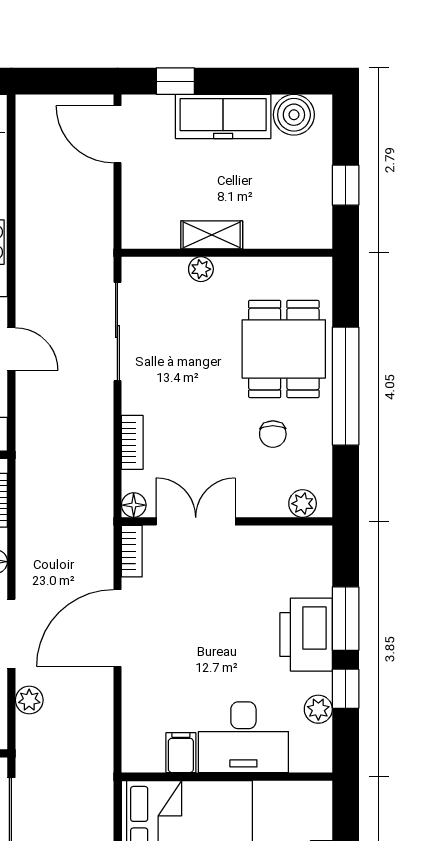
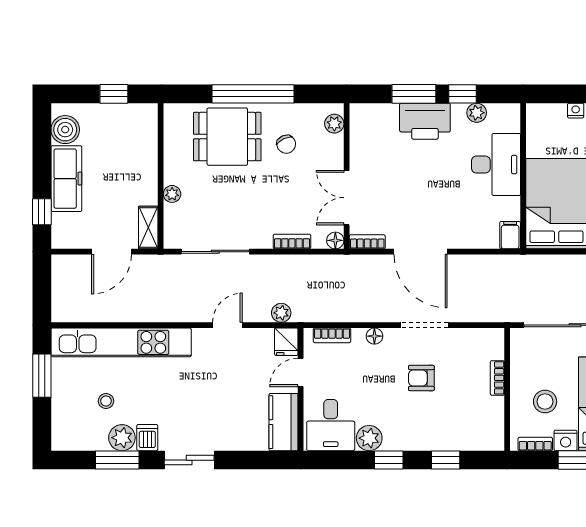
door: (117, 134) -> (111, 252), moved
shelving: (212, 235) -> (148, 228), moved
chair: (273, 434) -> (286, 144), turned 65
plant: (29, 700) -> (281, 313), moved
filing cabinet: (181, 753) -> (510, 235), moved, turned 90

